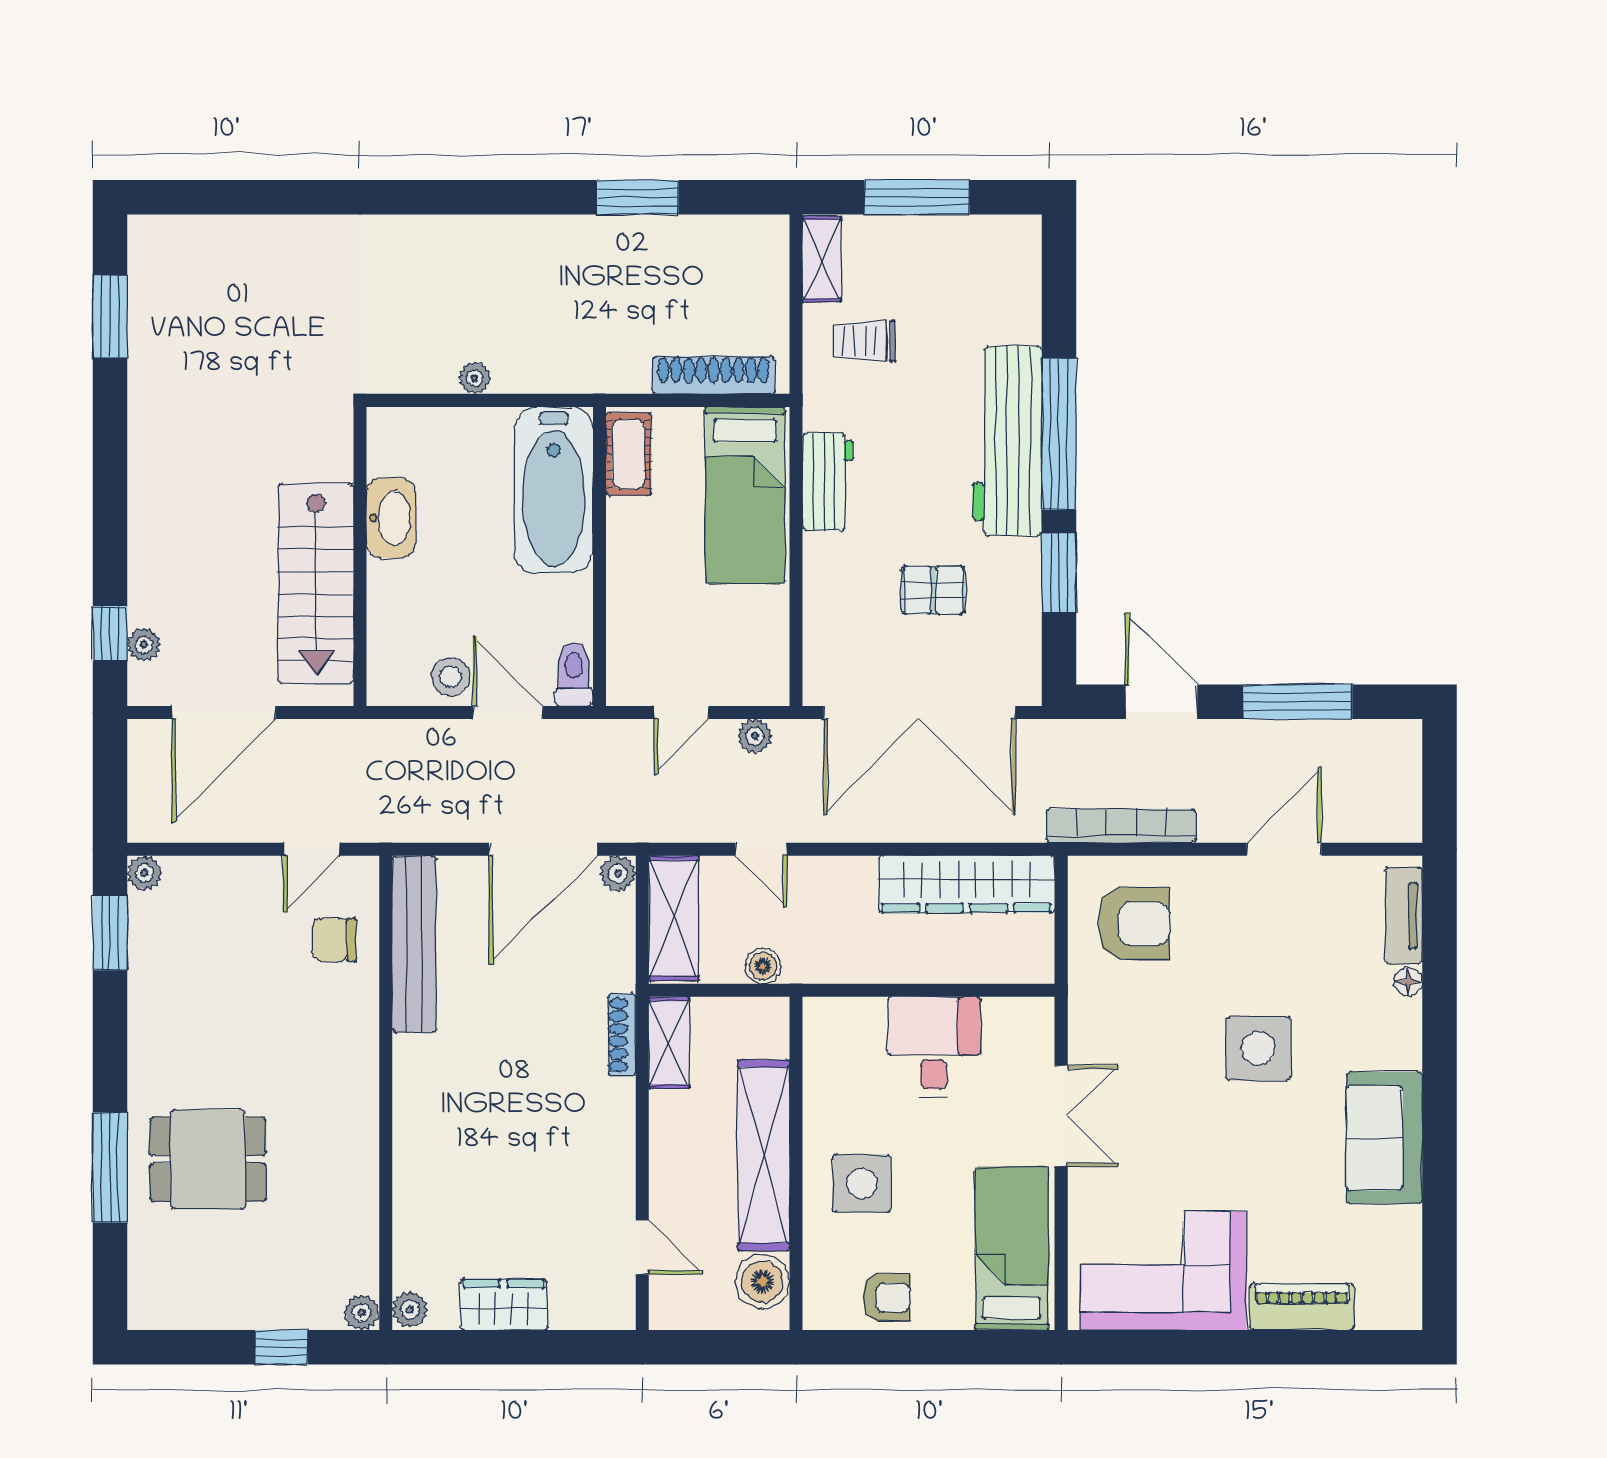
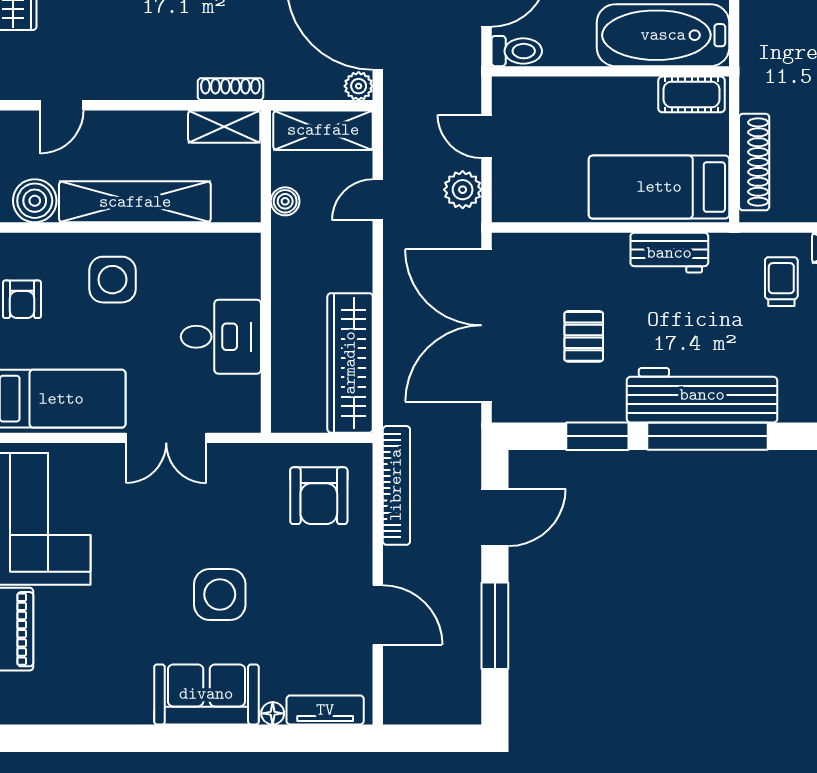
plant: (755, 736) -> (463, 190), width x1.38, depth x1.38
sofa: (1384, 1138) -> (206, 694), moved

